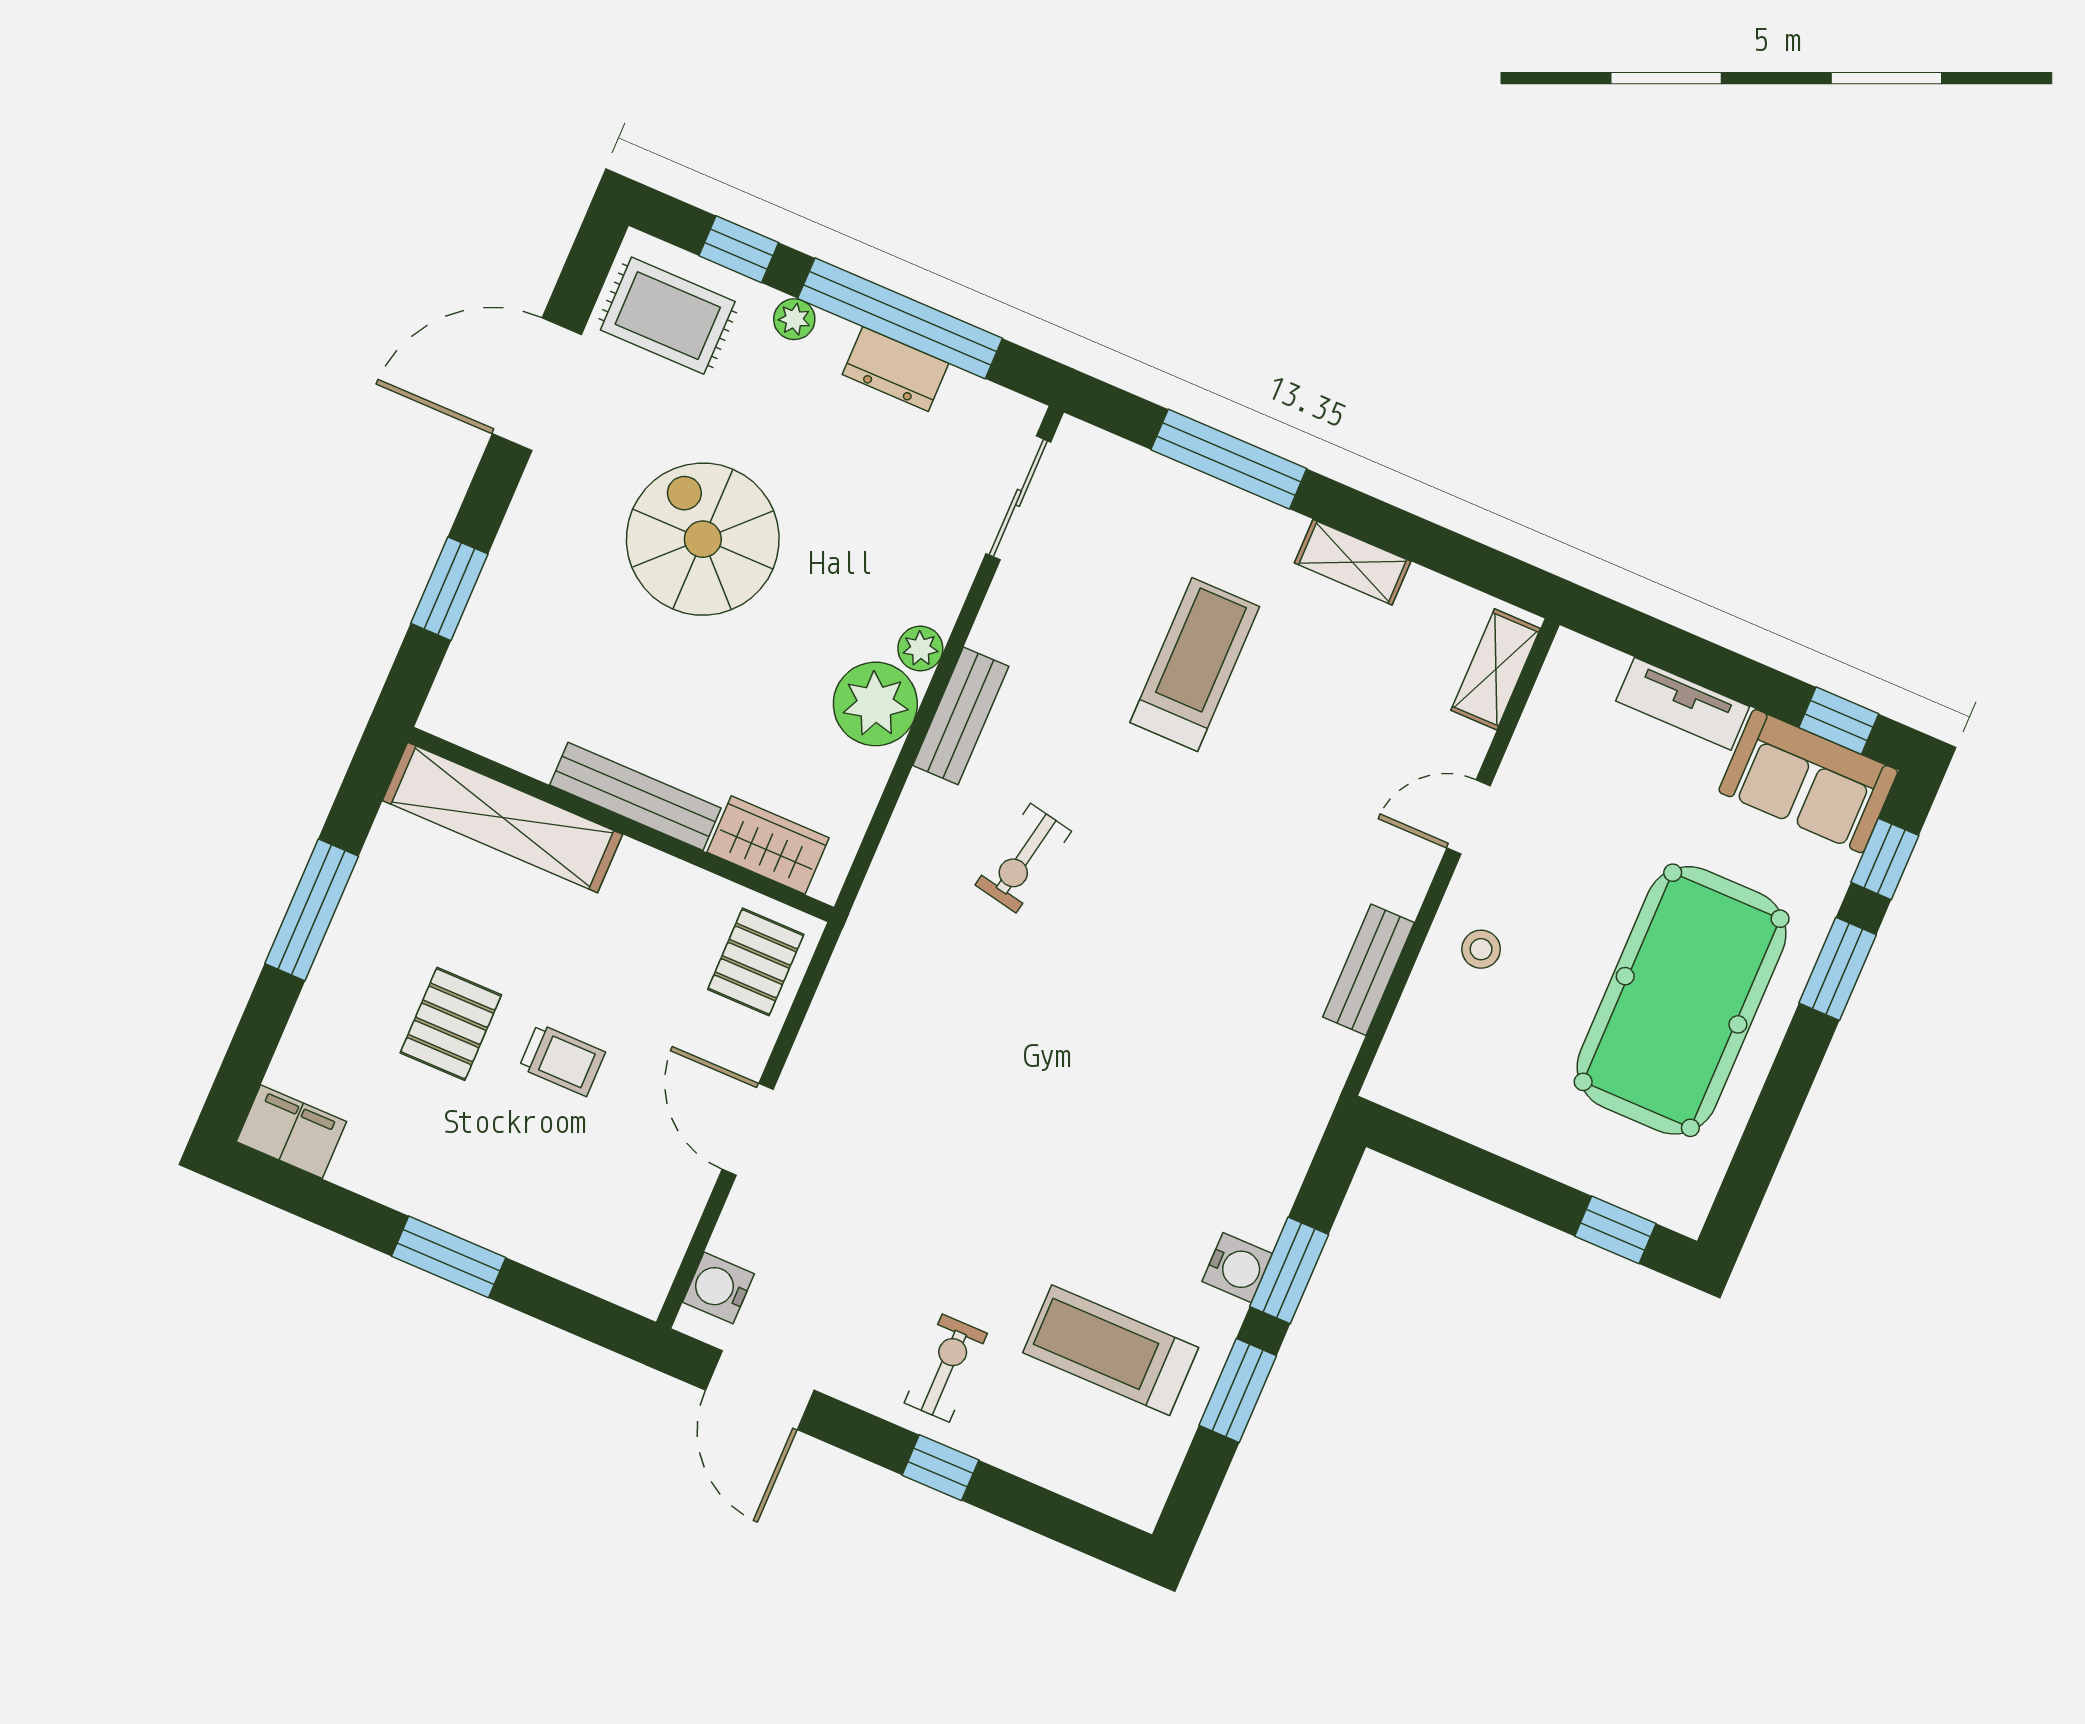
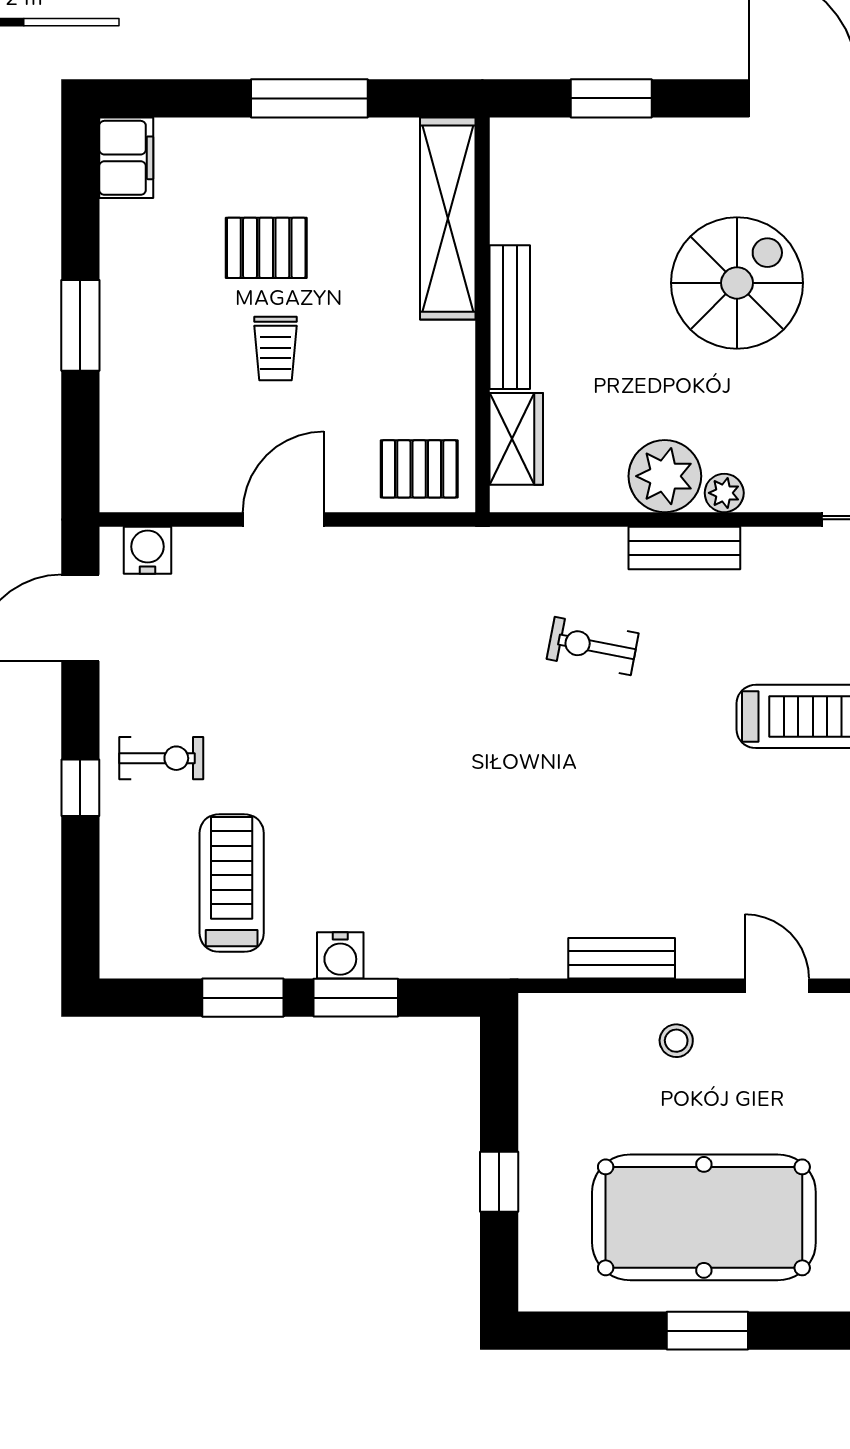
window: (1838, 969) -> (707, 1331), moved
window: (1615, 1230) -> (499, 1182), moved

